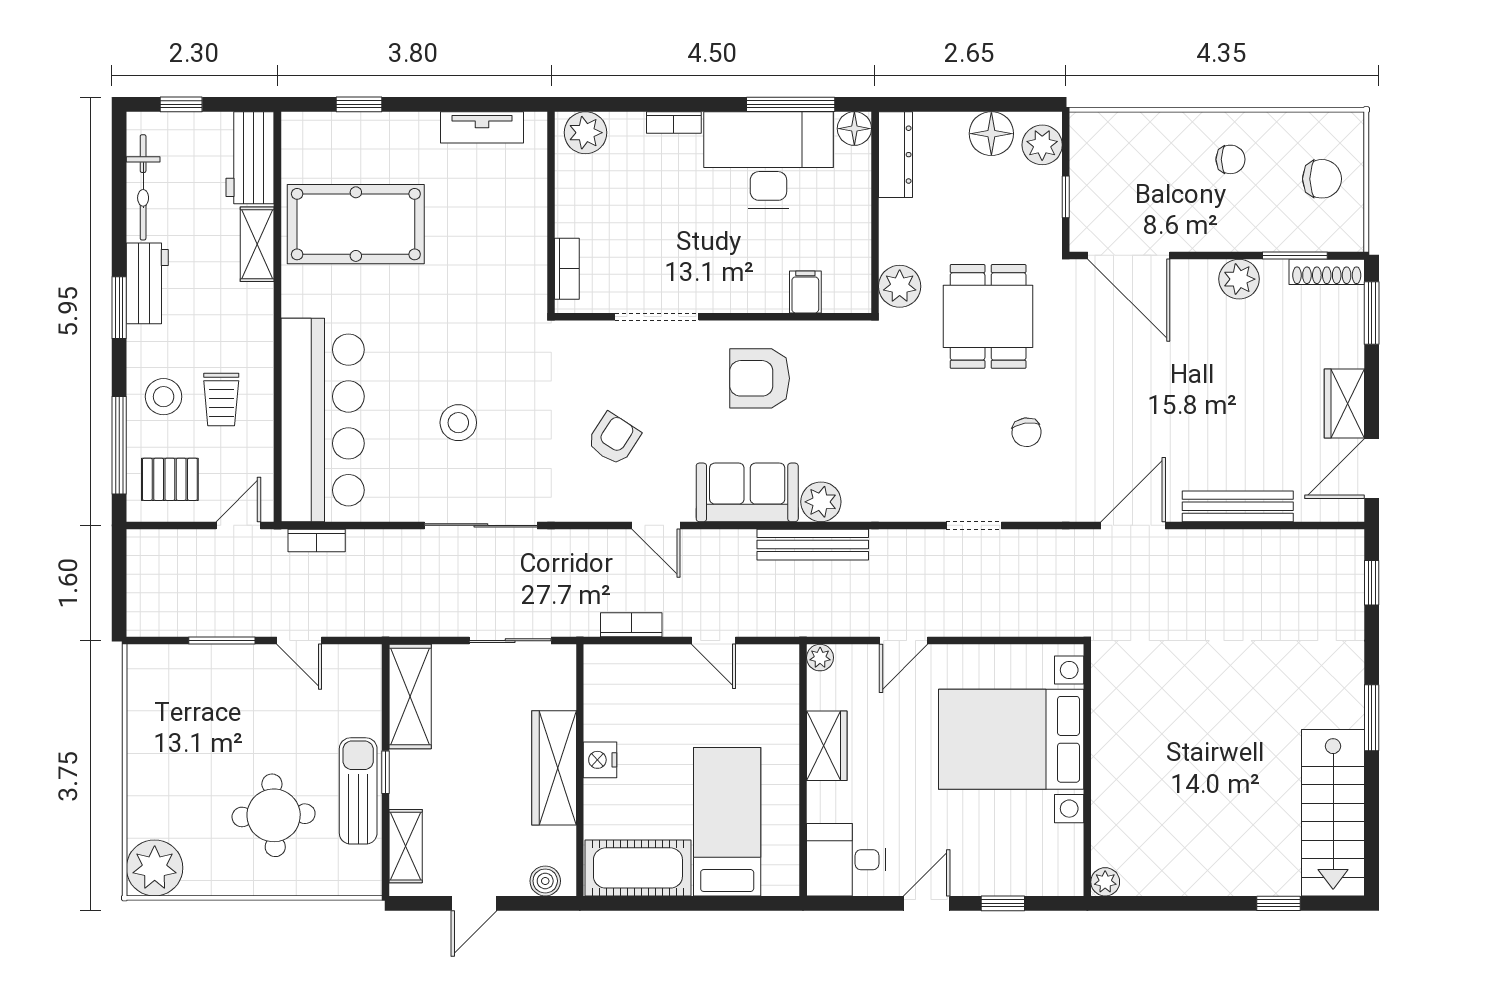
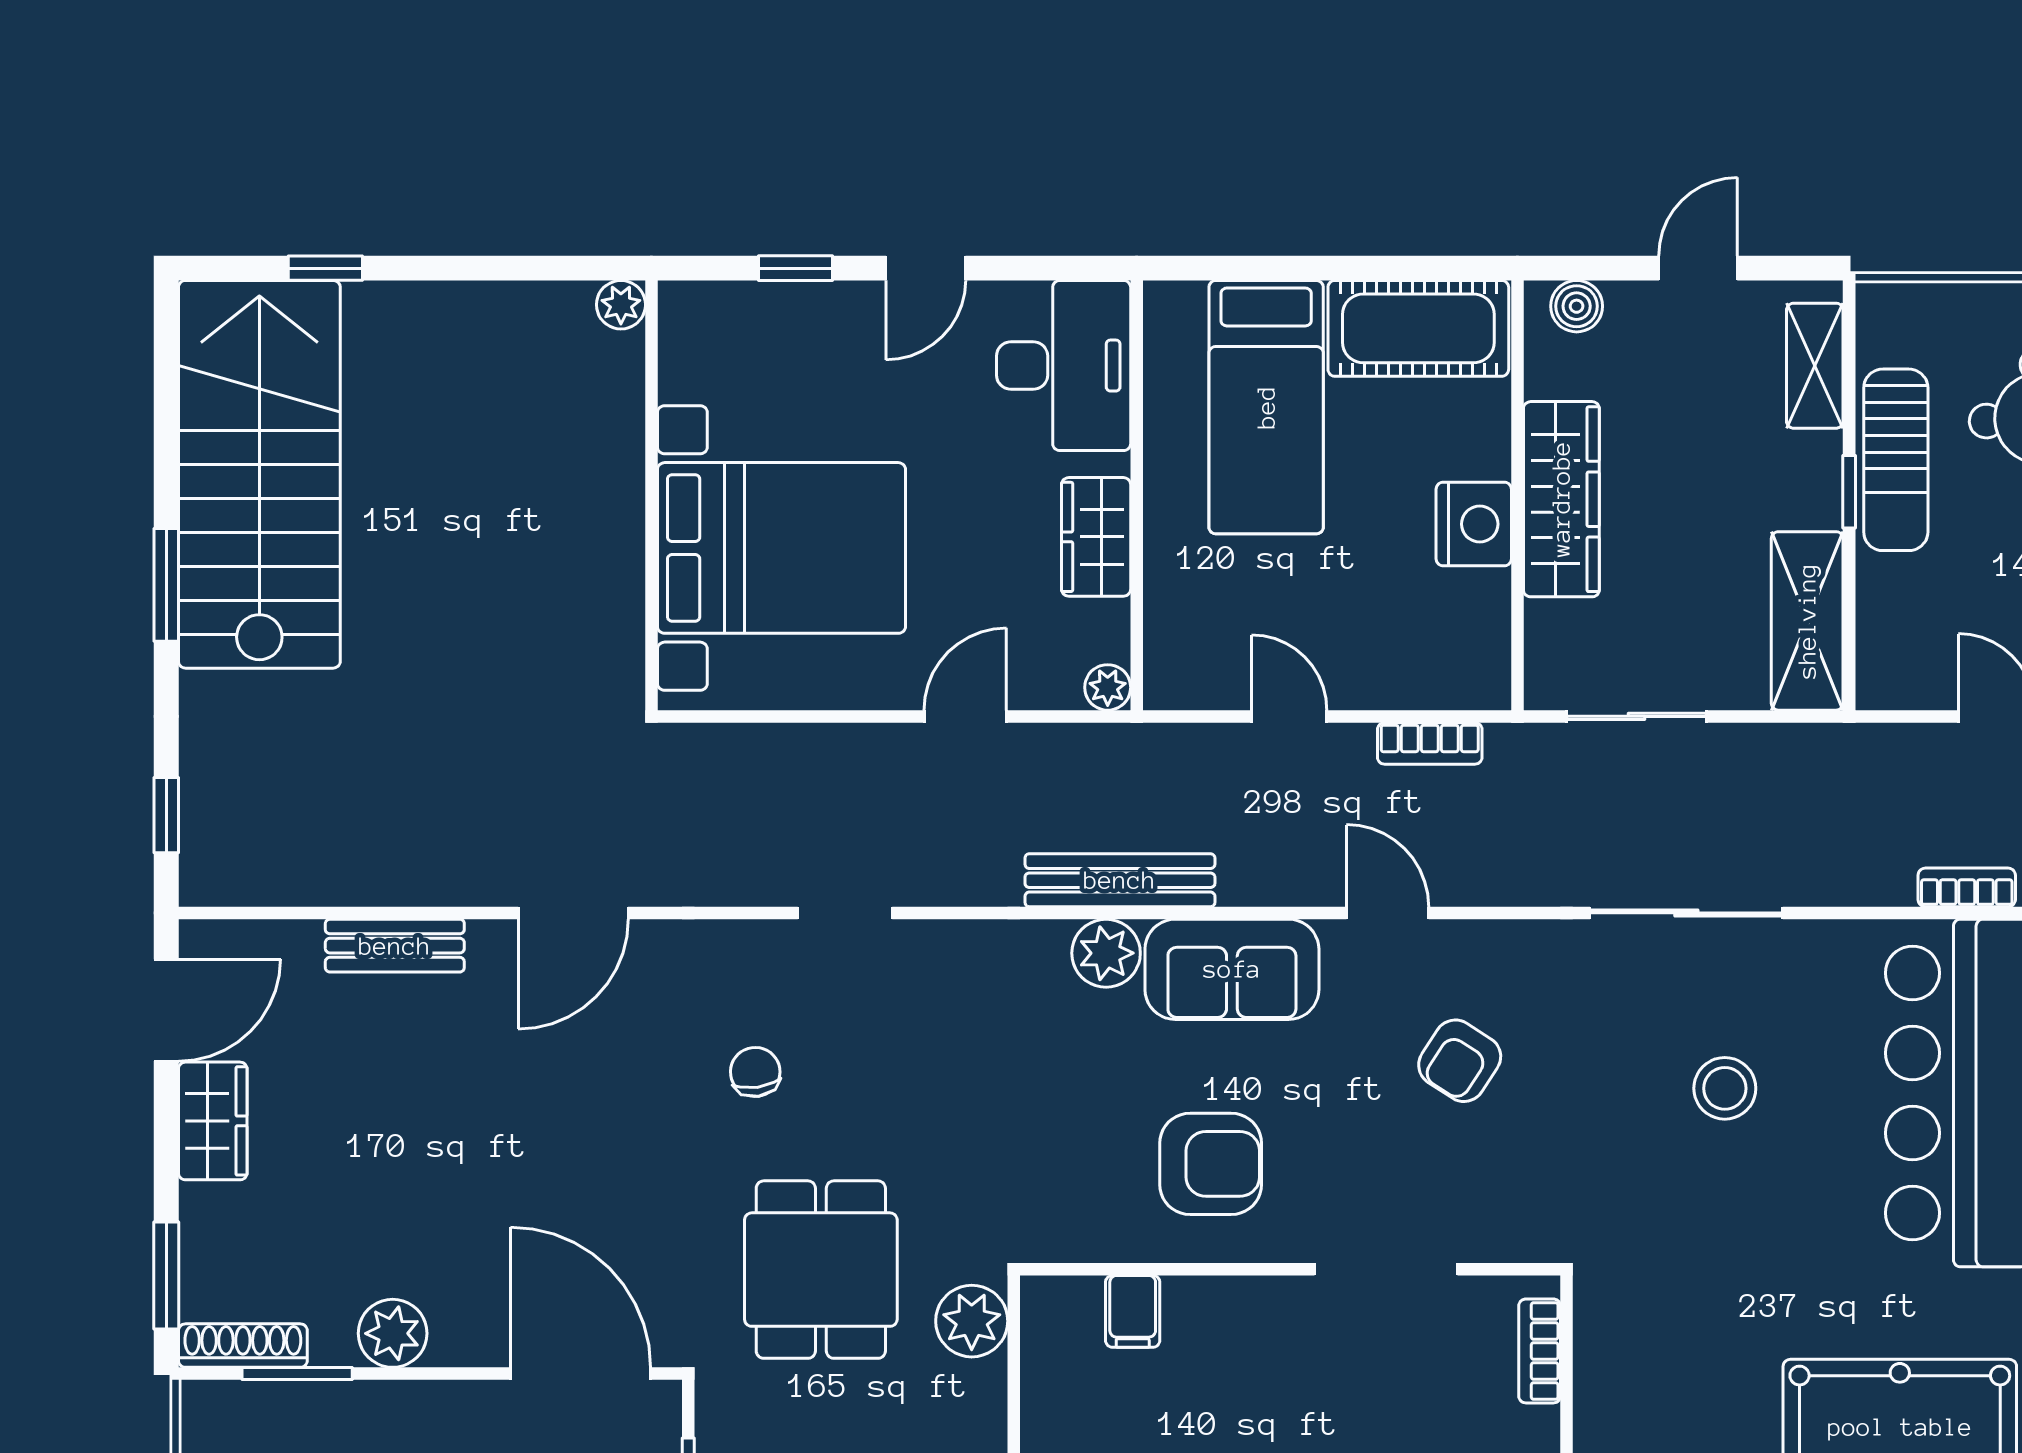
bench: (1238, 506) -> (395, 946), width x0.73
nightstand: (600, 760) -> (1474, 524), width x1.36, depth x1.33
stairs: (1333, 813) -> (259, 474), width x1.36, depth x1.51
desk: (846, 860) -> (1064, 366), width x1.37

